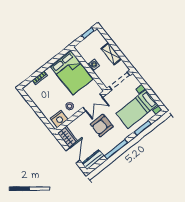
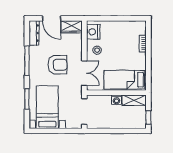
shelving: (111, 54) -> (134, 100), moved
bed: (71, 73) -> (125, 80), width x0.67
double door: (93, 102) -> (84, 73), swing flipped
armchair: (102, 126) -> (58, 65), turned 90

